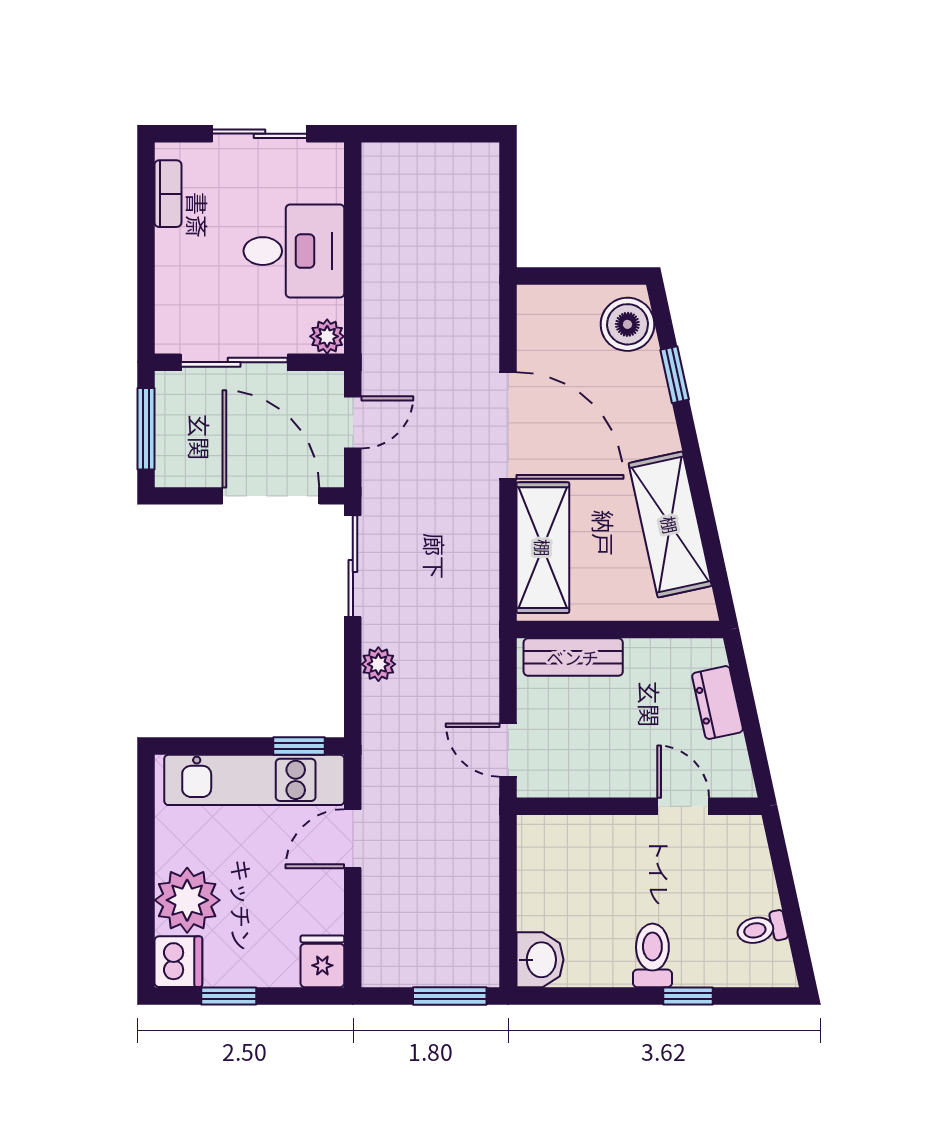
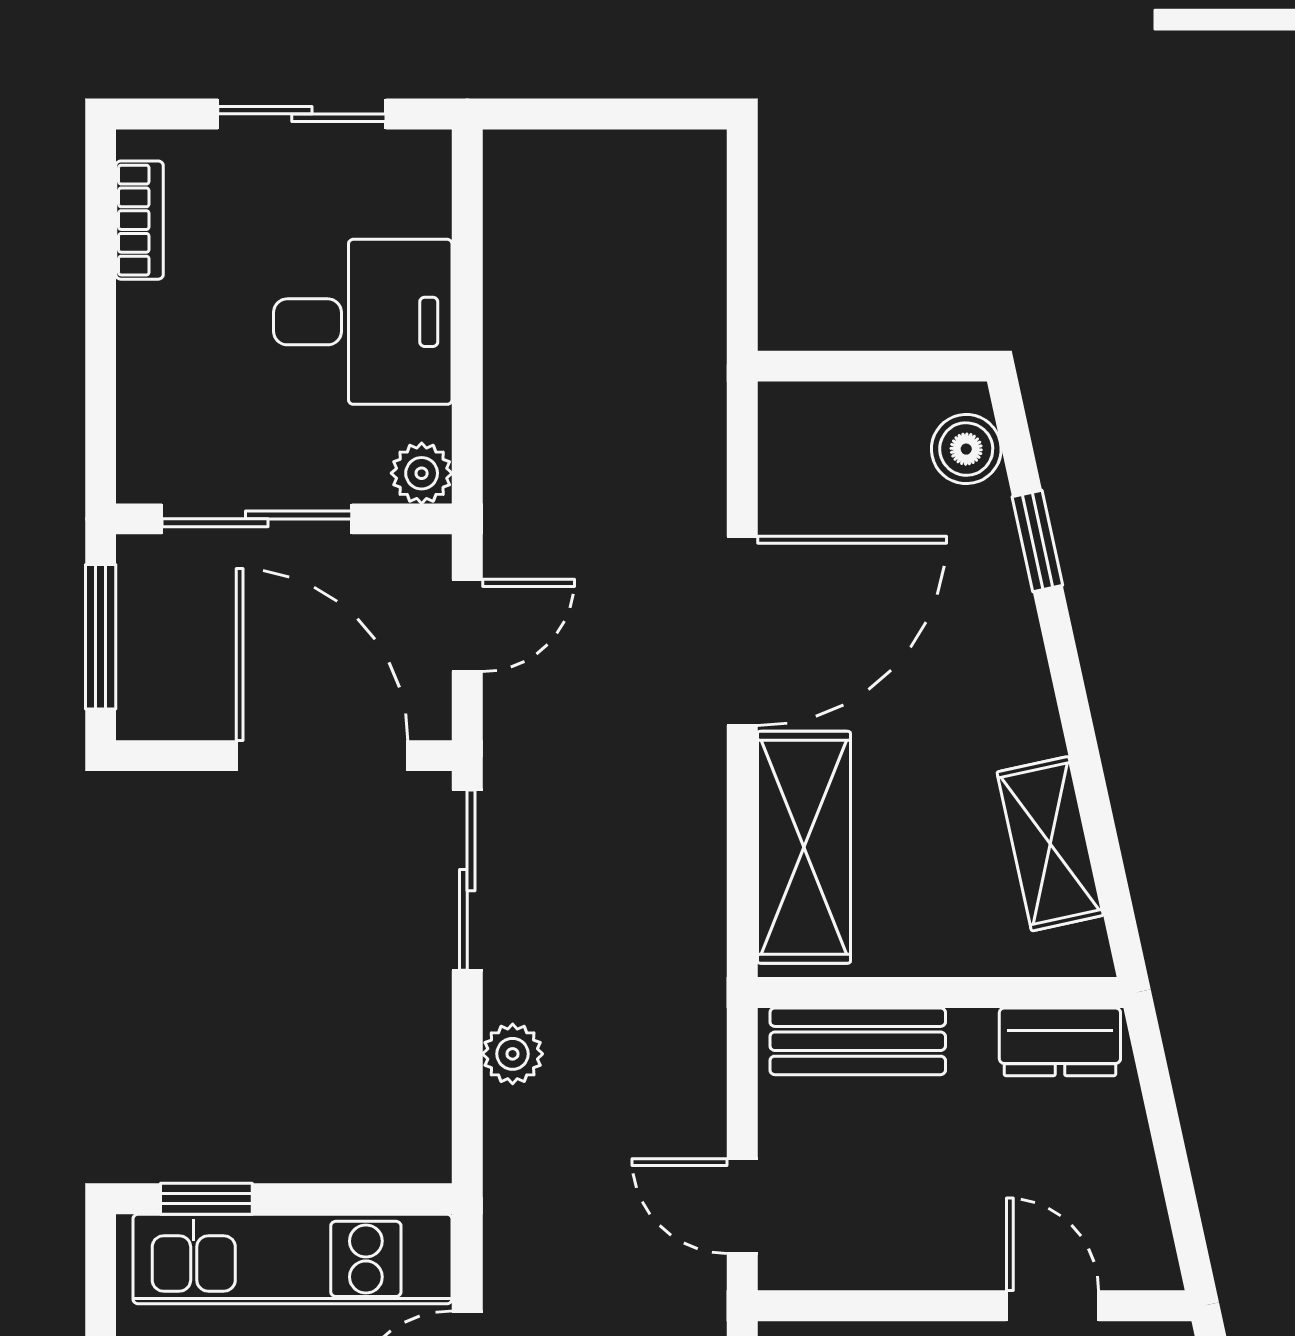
boiler: (627, 324) -> (966, 449), width x0.73, depth x0.73
door: (508, 425) -> (742, 631), hinge flipped
shelving: (670, 525) -> (1050, 844), width x0.67, depth x0.75
dresser: (717, 703) -> (1060, 1042), moved, turned -78
window: (299, 746) -> (206, 1199), moved

